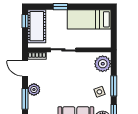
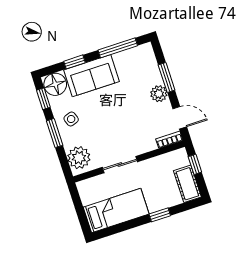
window: (25, 21) -> (195, 164), moved
cot: (37, 26) -> (187, 184), width x0.73, depth x0.75
sliding door: (63, 50) -> (120, 165), moved

